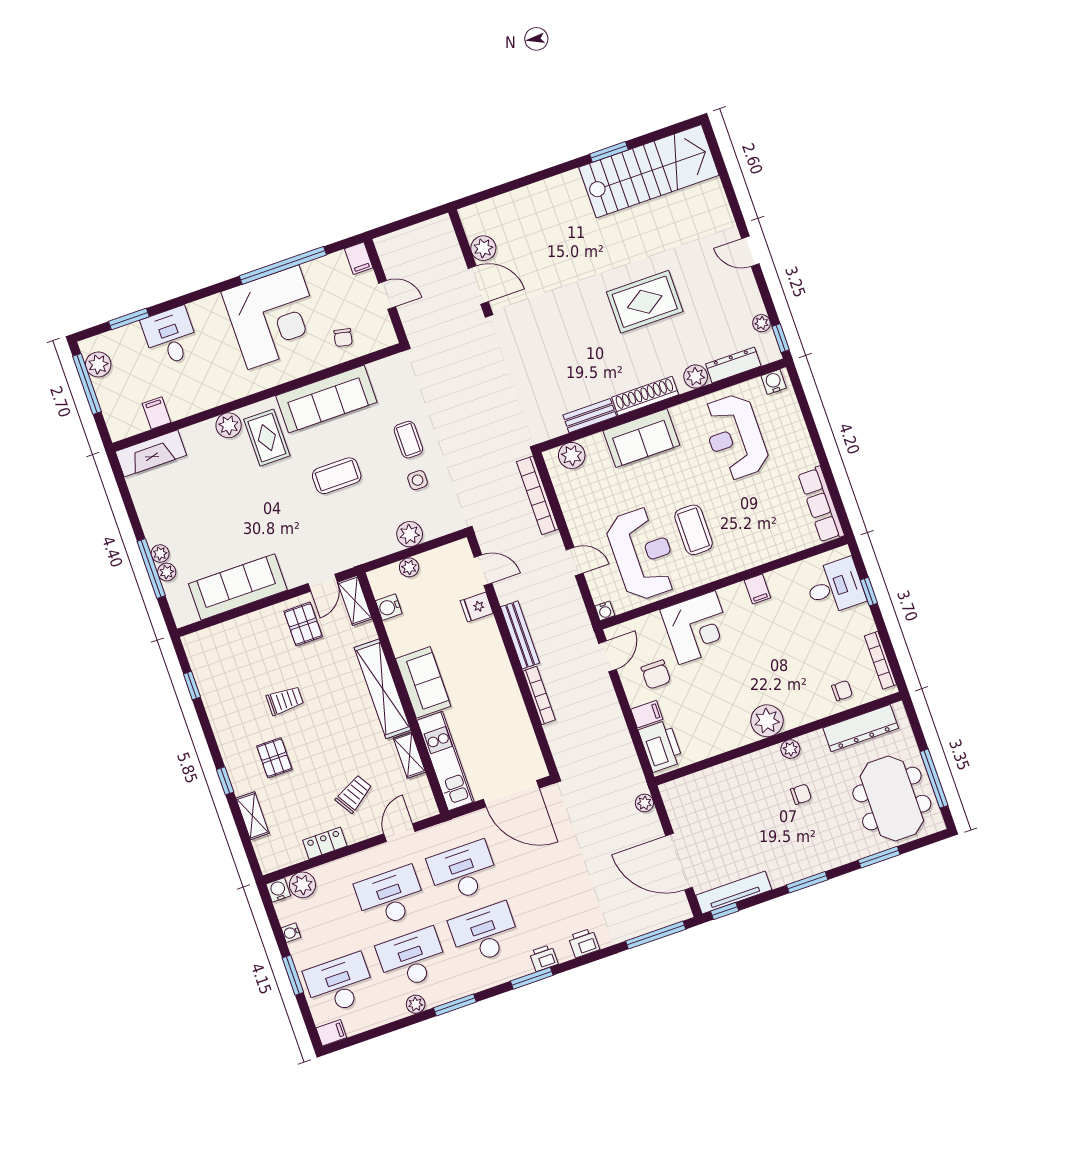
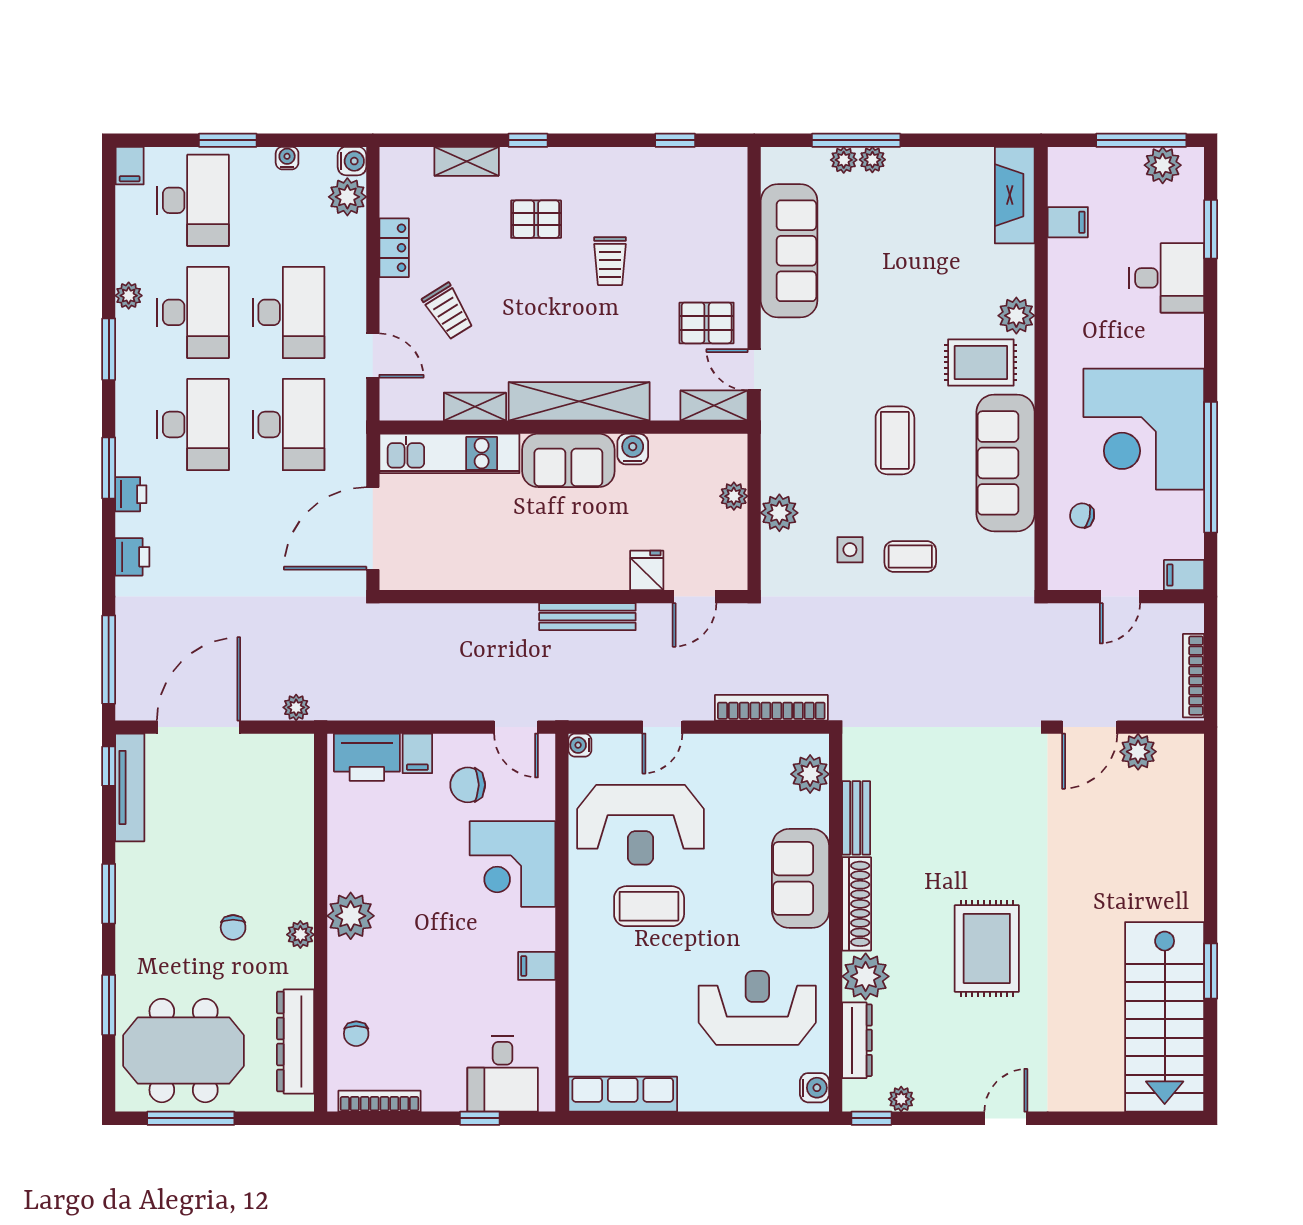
plant: (696, 376) -> (866, 976), width x1.36, depth x1.36
water cooler: (389, 607) -> (633, 449), moved
bookcase: (539, 695) -> (1193, 676), moved, turned 90

